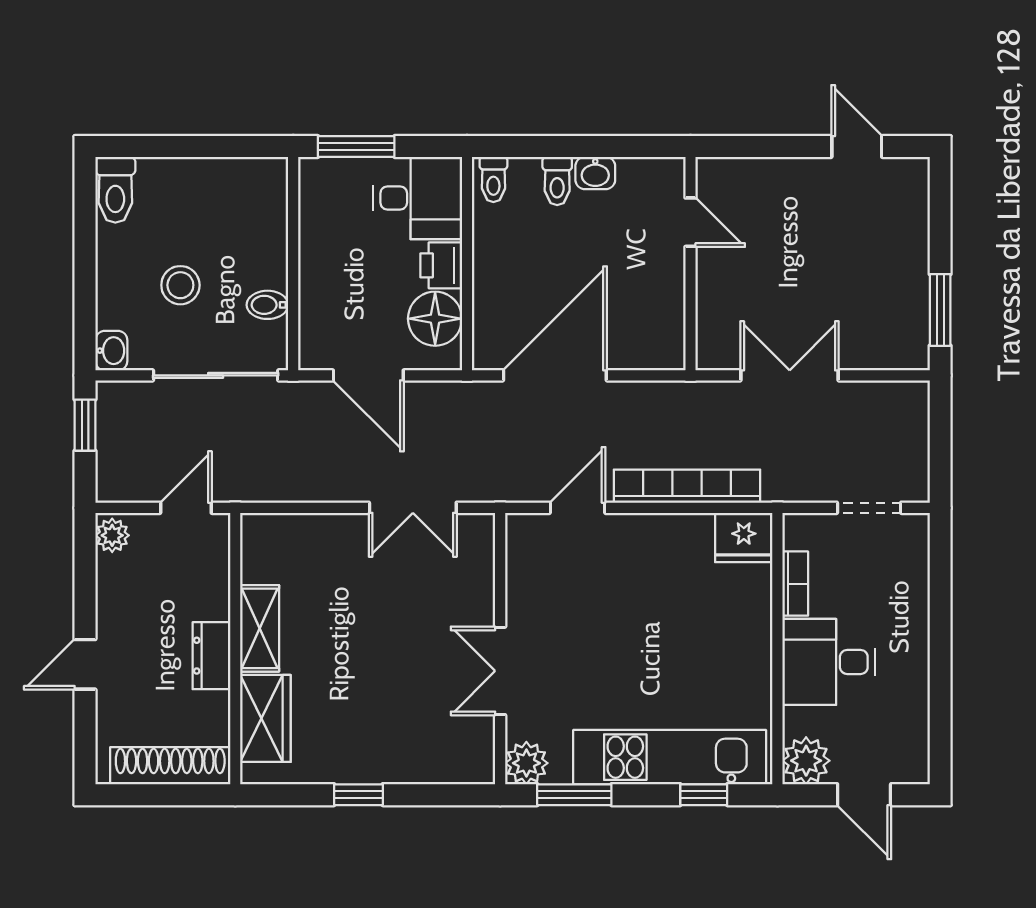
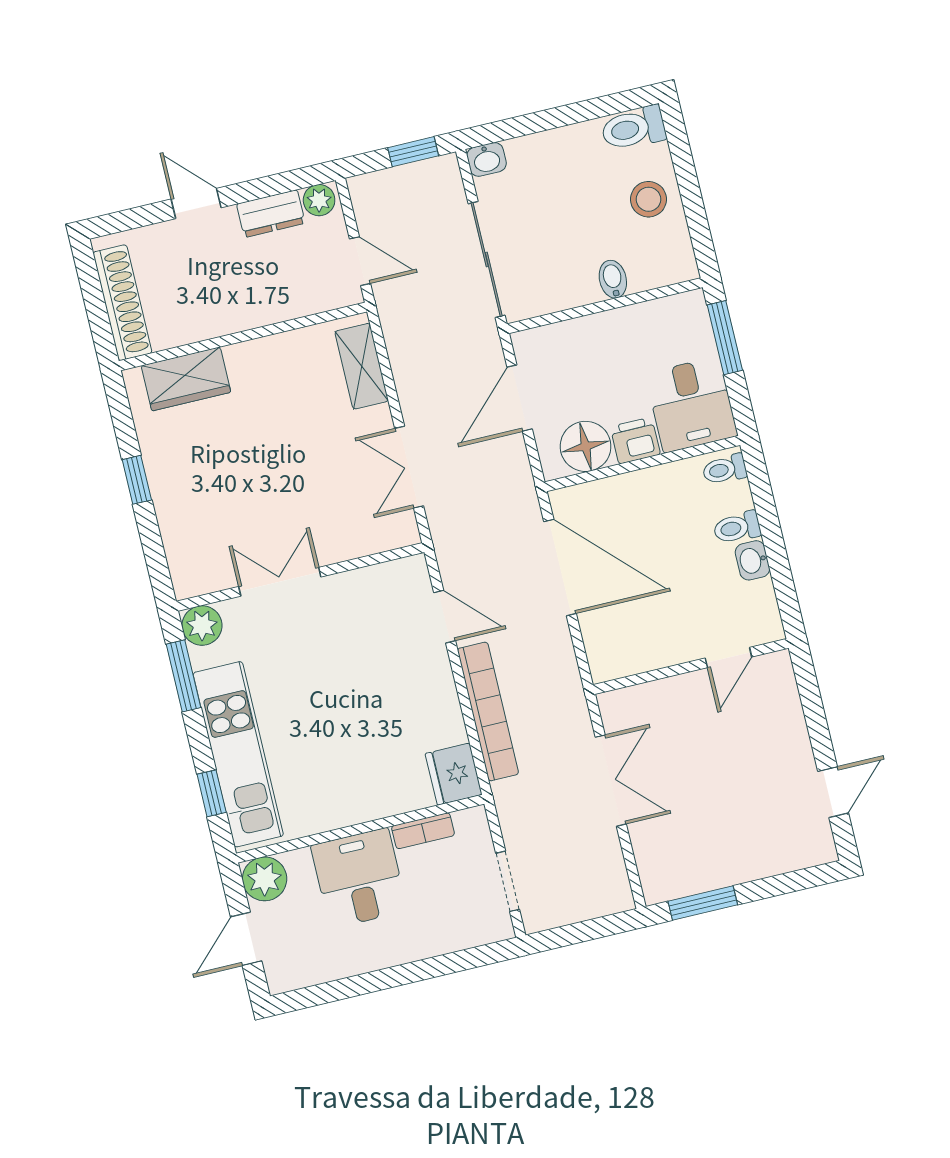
stool: (180, 285) -> (648, 199), moved
bidet: (267, 305) -> (613, 279), moved
shelving: (260, 628) -> (362, 366), moved, turned 90
dresser: (211, 656) -> (271, 214), moved, turned 180

